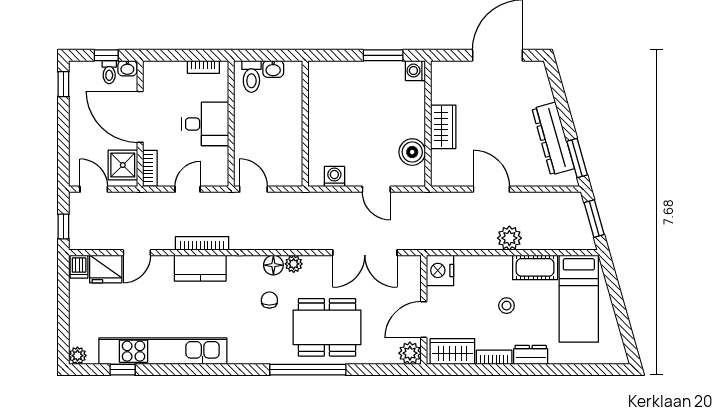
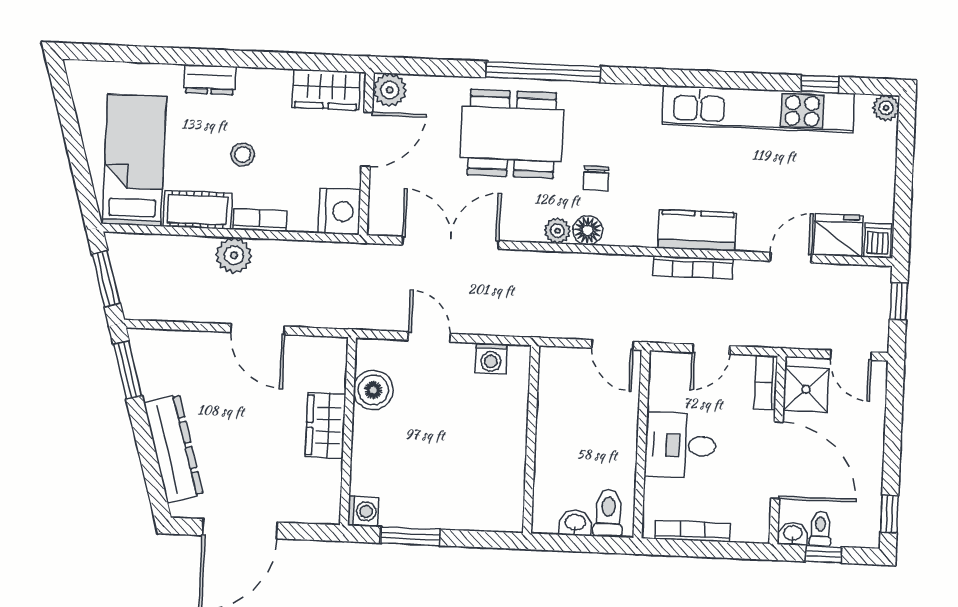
bookcase: (203, 67) -> (693, 531), width x1.56
dresser: (553, 139) -> (173, 448), moved
bookcase: (494, 357) -> (260, 220), moved, turned 180

